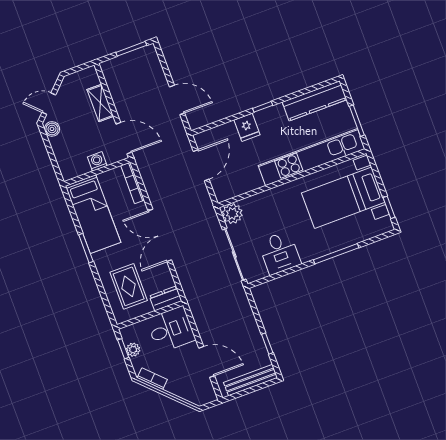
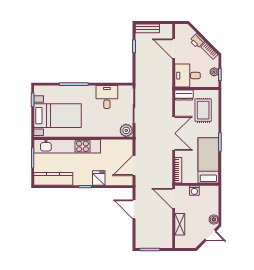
bench: (251, 380) -> (147, 28), width x0.73
printer: (176, 387) -> (197, 41), added

